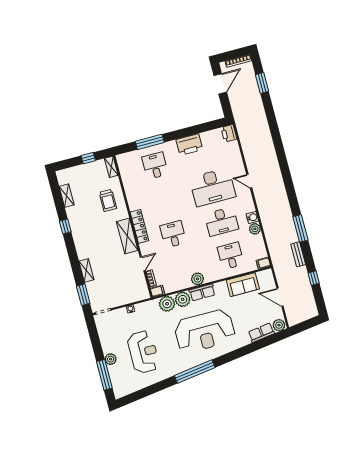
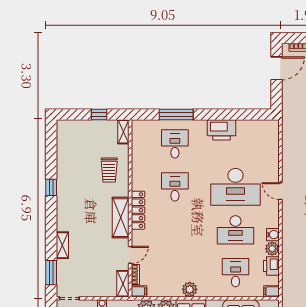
printer: (229, 133) -> (271, 266), moved
shelving: (67, 196) -> (123, 284), moved
desk: (173, 234) -> (175, 187), moved

